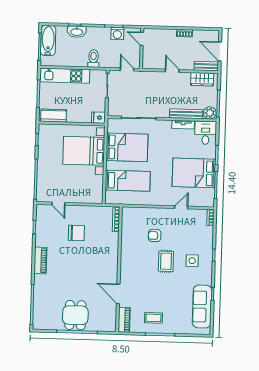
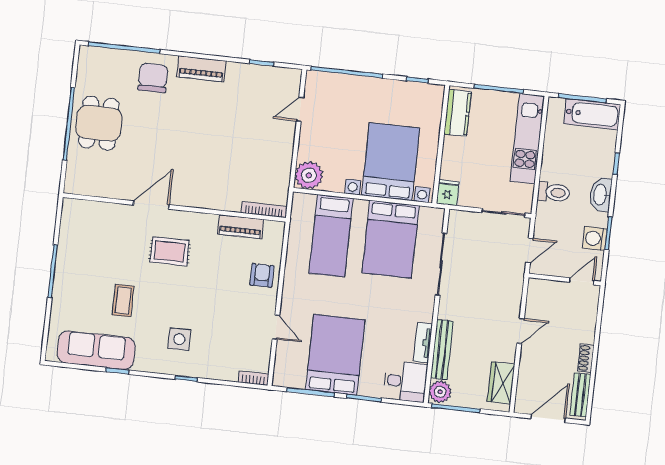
washbasin: (77, 32) -> (601, 195), moved
bench: (206, 66) -> (580, 395), moved
plant: (95, 196) -> (309, 175), added
chair: (76, 233) -> (153, 78), moved, turned 180
armchair: (155, 235) -> (262, 275), moved
rug: (166, 261) -> (170, 251), moved
door: (118, 294) -> (151, 205), moved
dining table: (75, 315) -> (99, 123), turned 90
coffee table: (153, 318) -> (123, 301), moved
piano: (124, 320) -> (240, 227), moved

